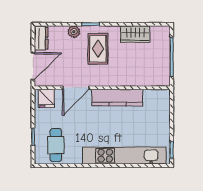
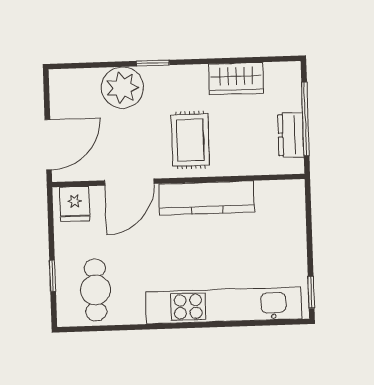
plant: (74, 32) -> (122, 88), width x1.88, depth x1.88
dresser: (41, 38) -> (291, 135), moved, turned 180
rug: (98, 49) -> (190, 140), moved

